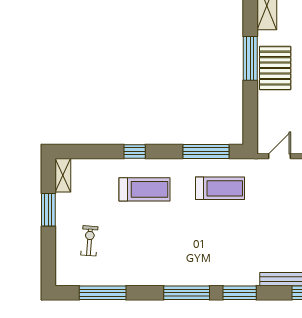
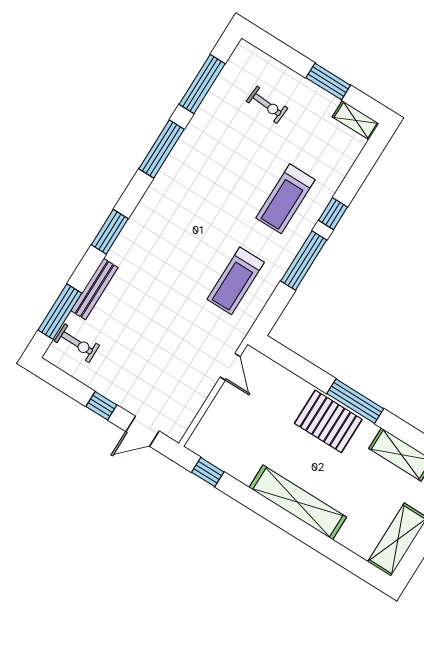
window: (206, 151) -> (304, 260), moved
window: (187, 293) -> (161, 149), moved

